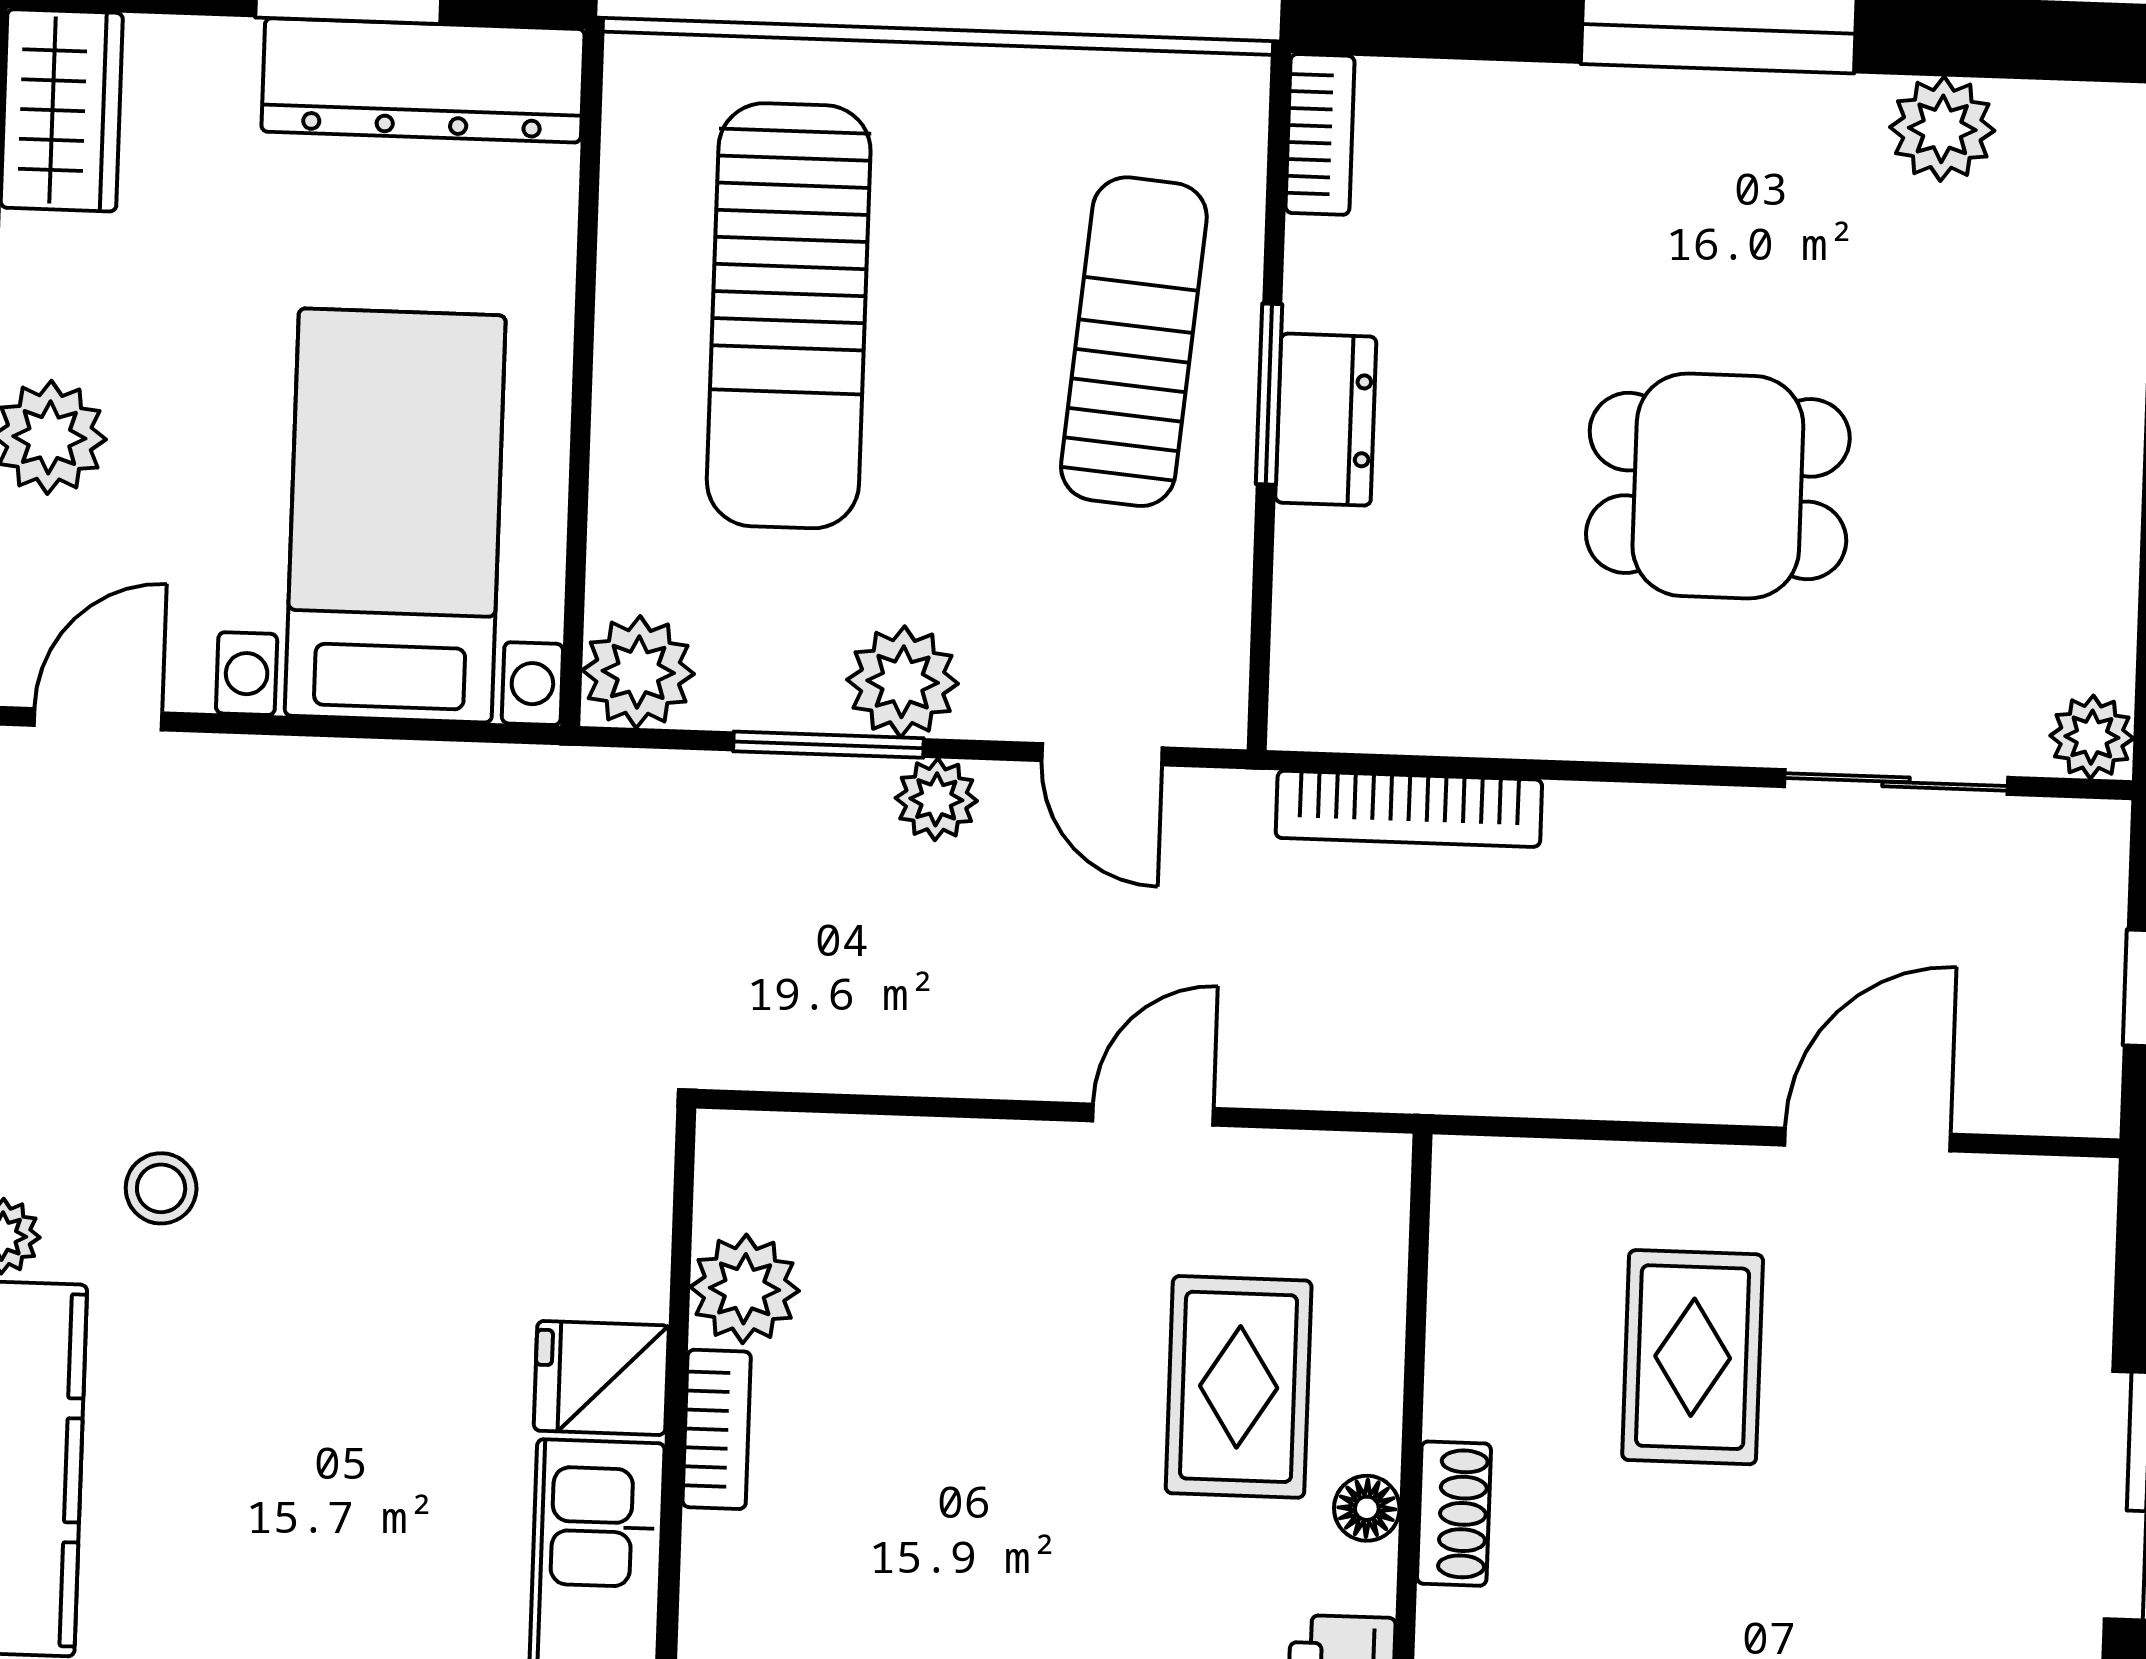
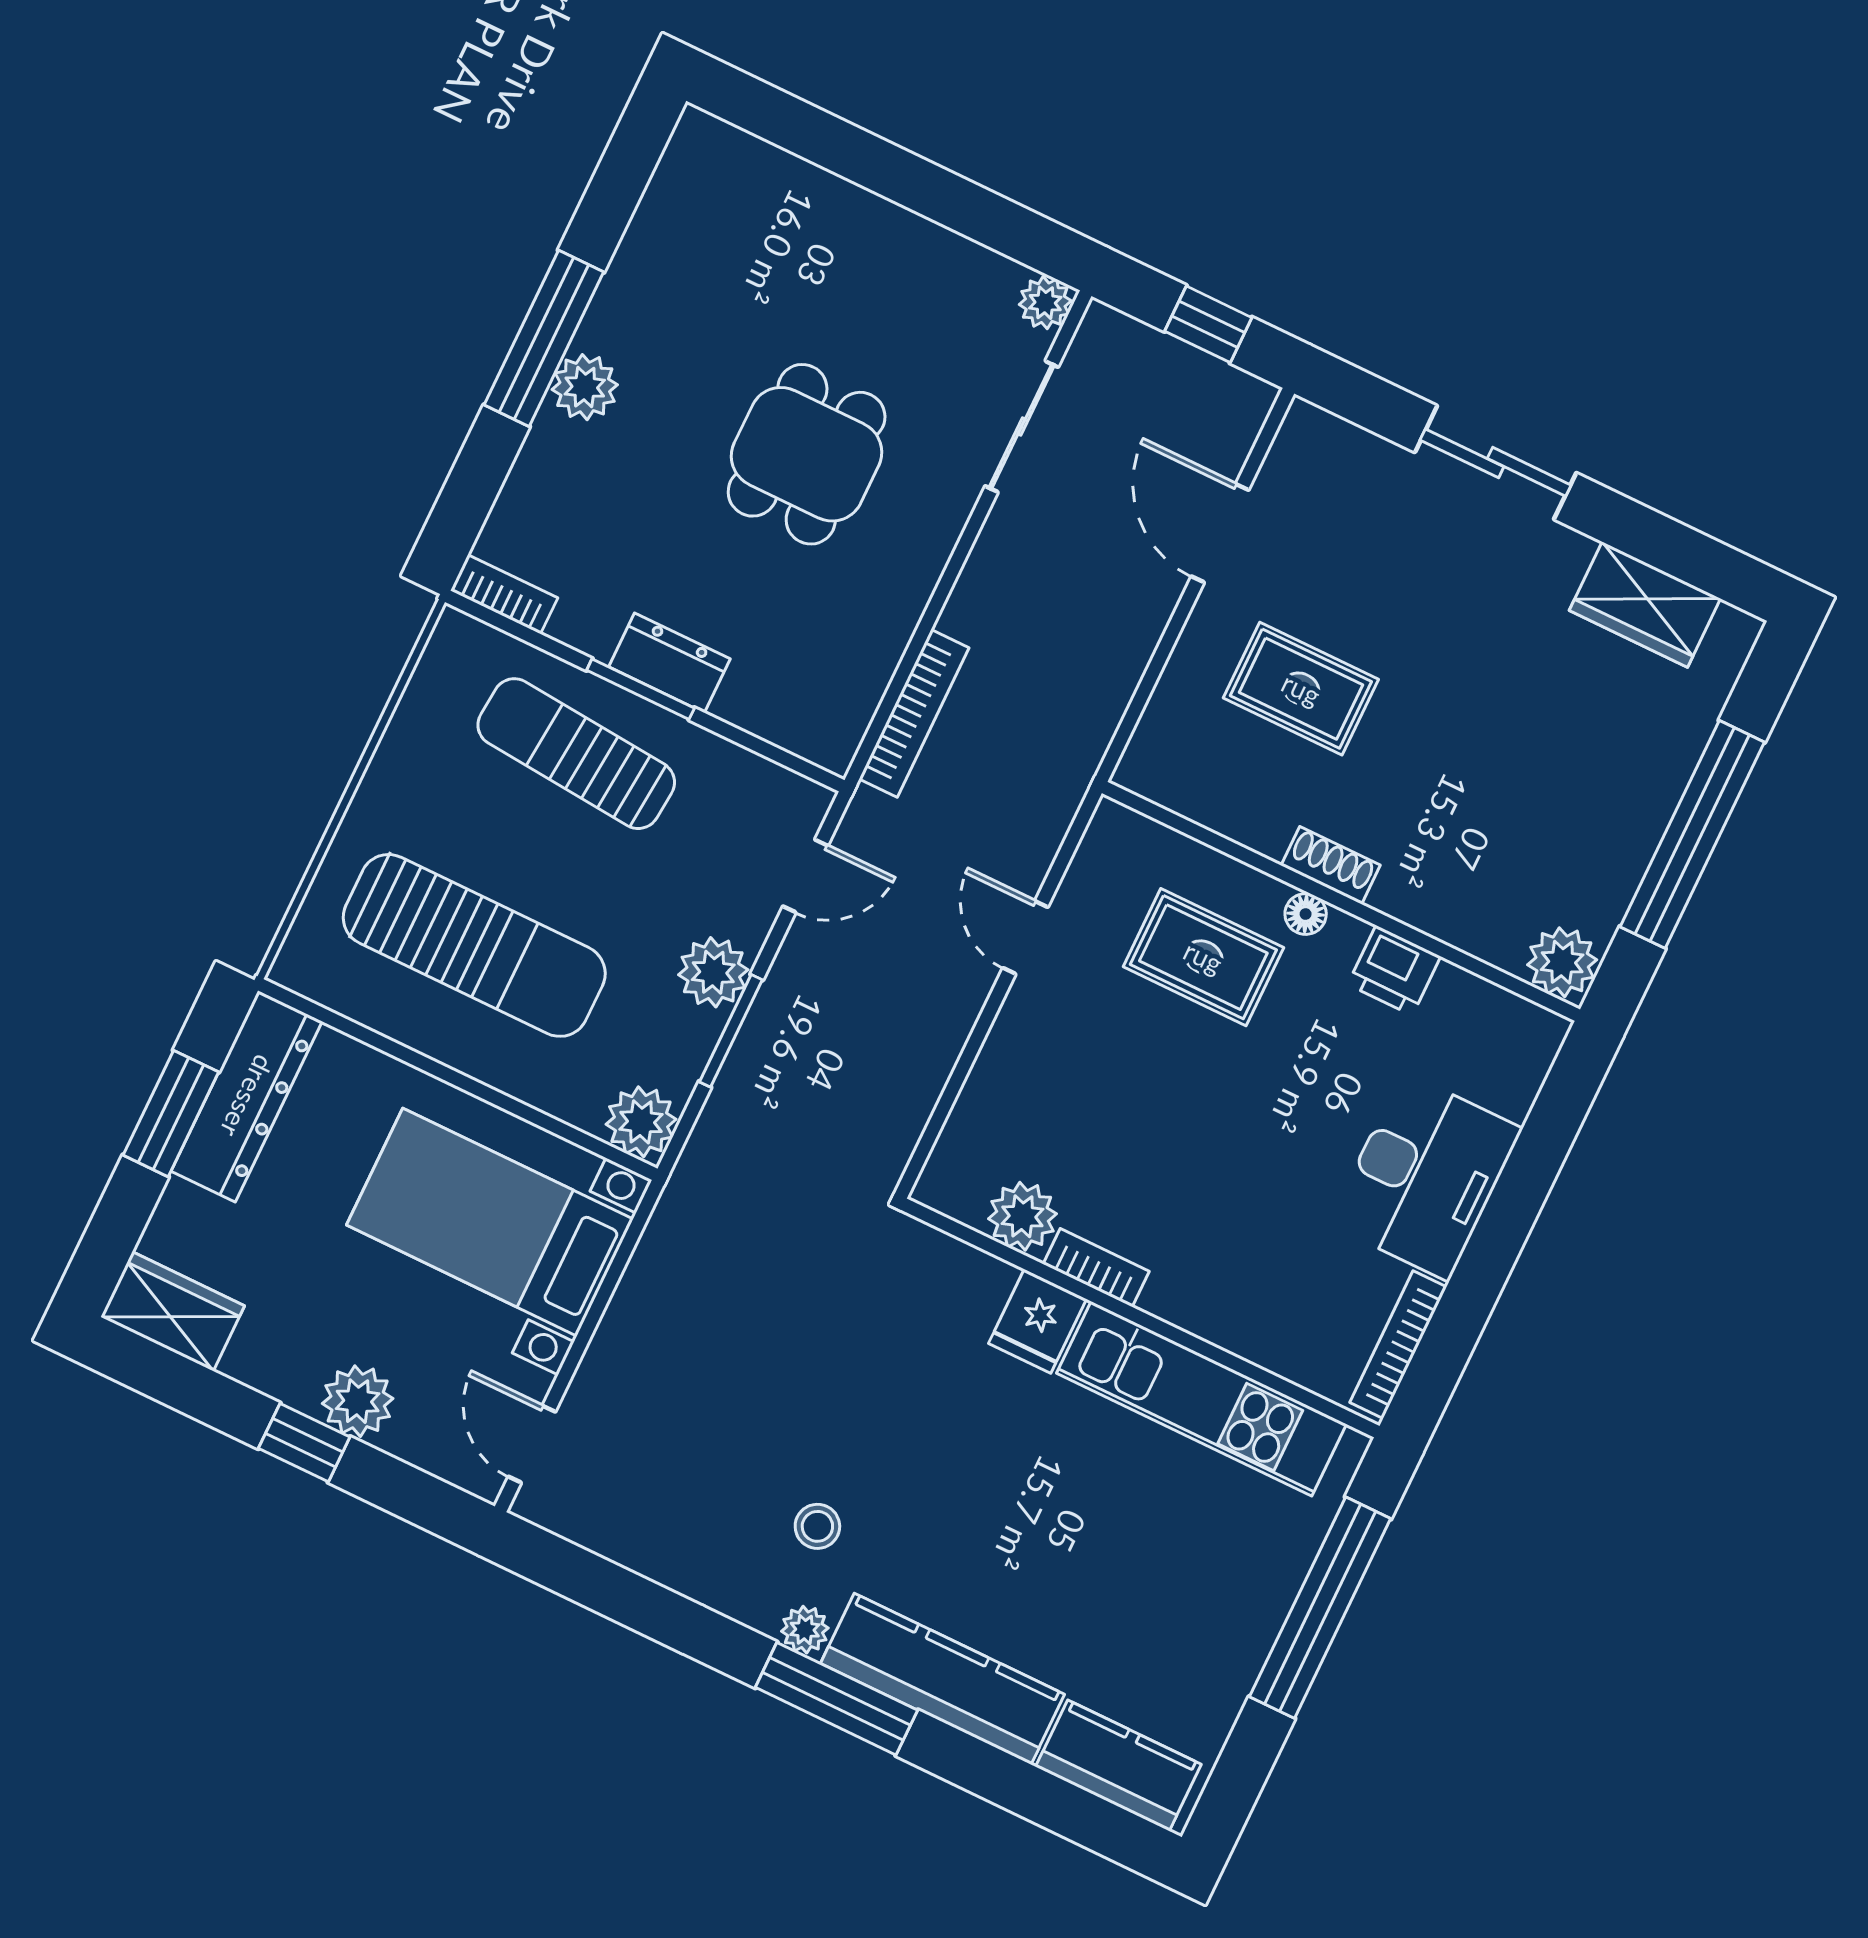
plant: (1942, 129) -> (585, 387), moved
plant: (936, 799) -> (789, 983), removed

